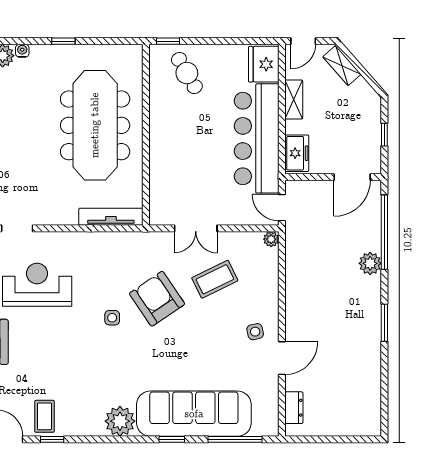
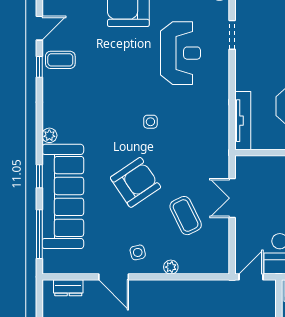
plant: (271, 239) -> (171, 267), moved
armchair: (157, 299) -> (136, 182), moved
plant: (120, 421) -> (49, 135), width x0.53, depth x0.53

